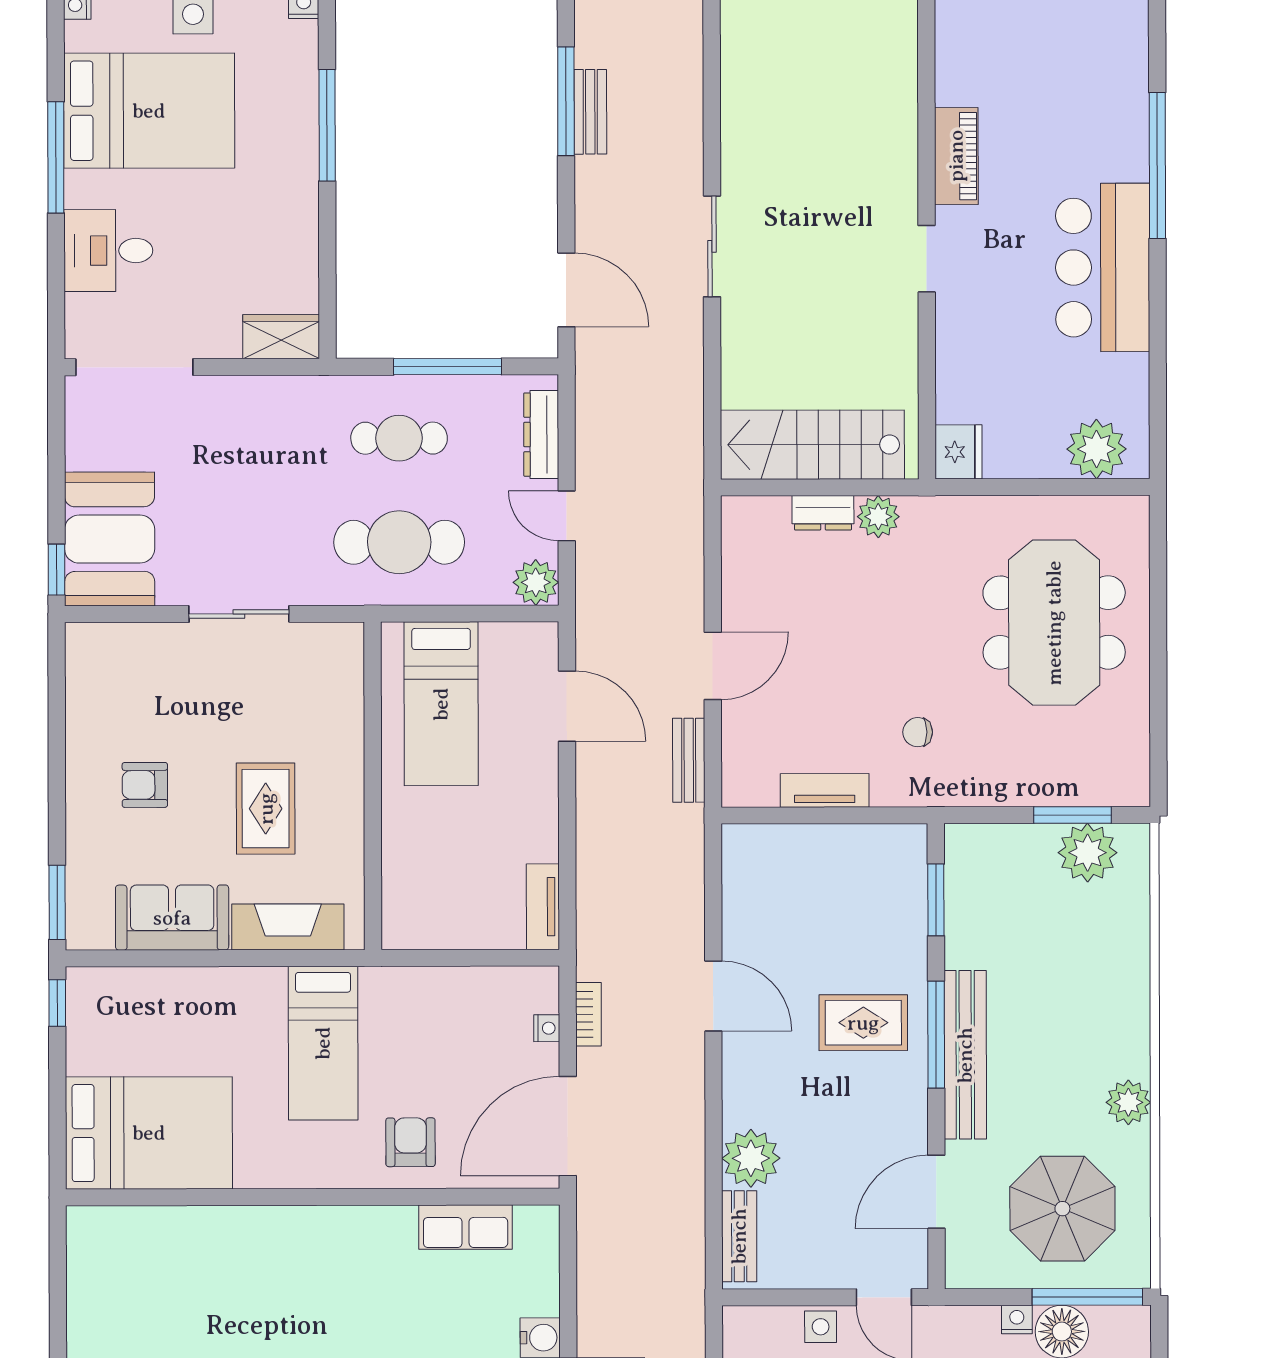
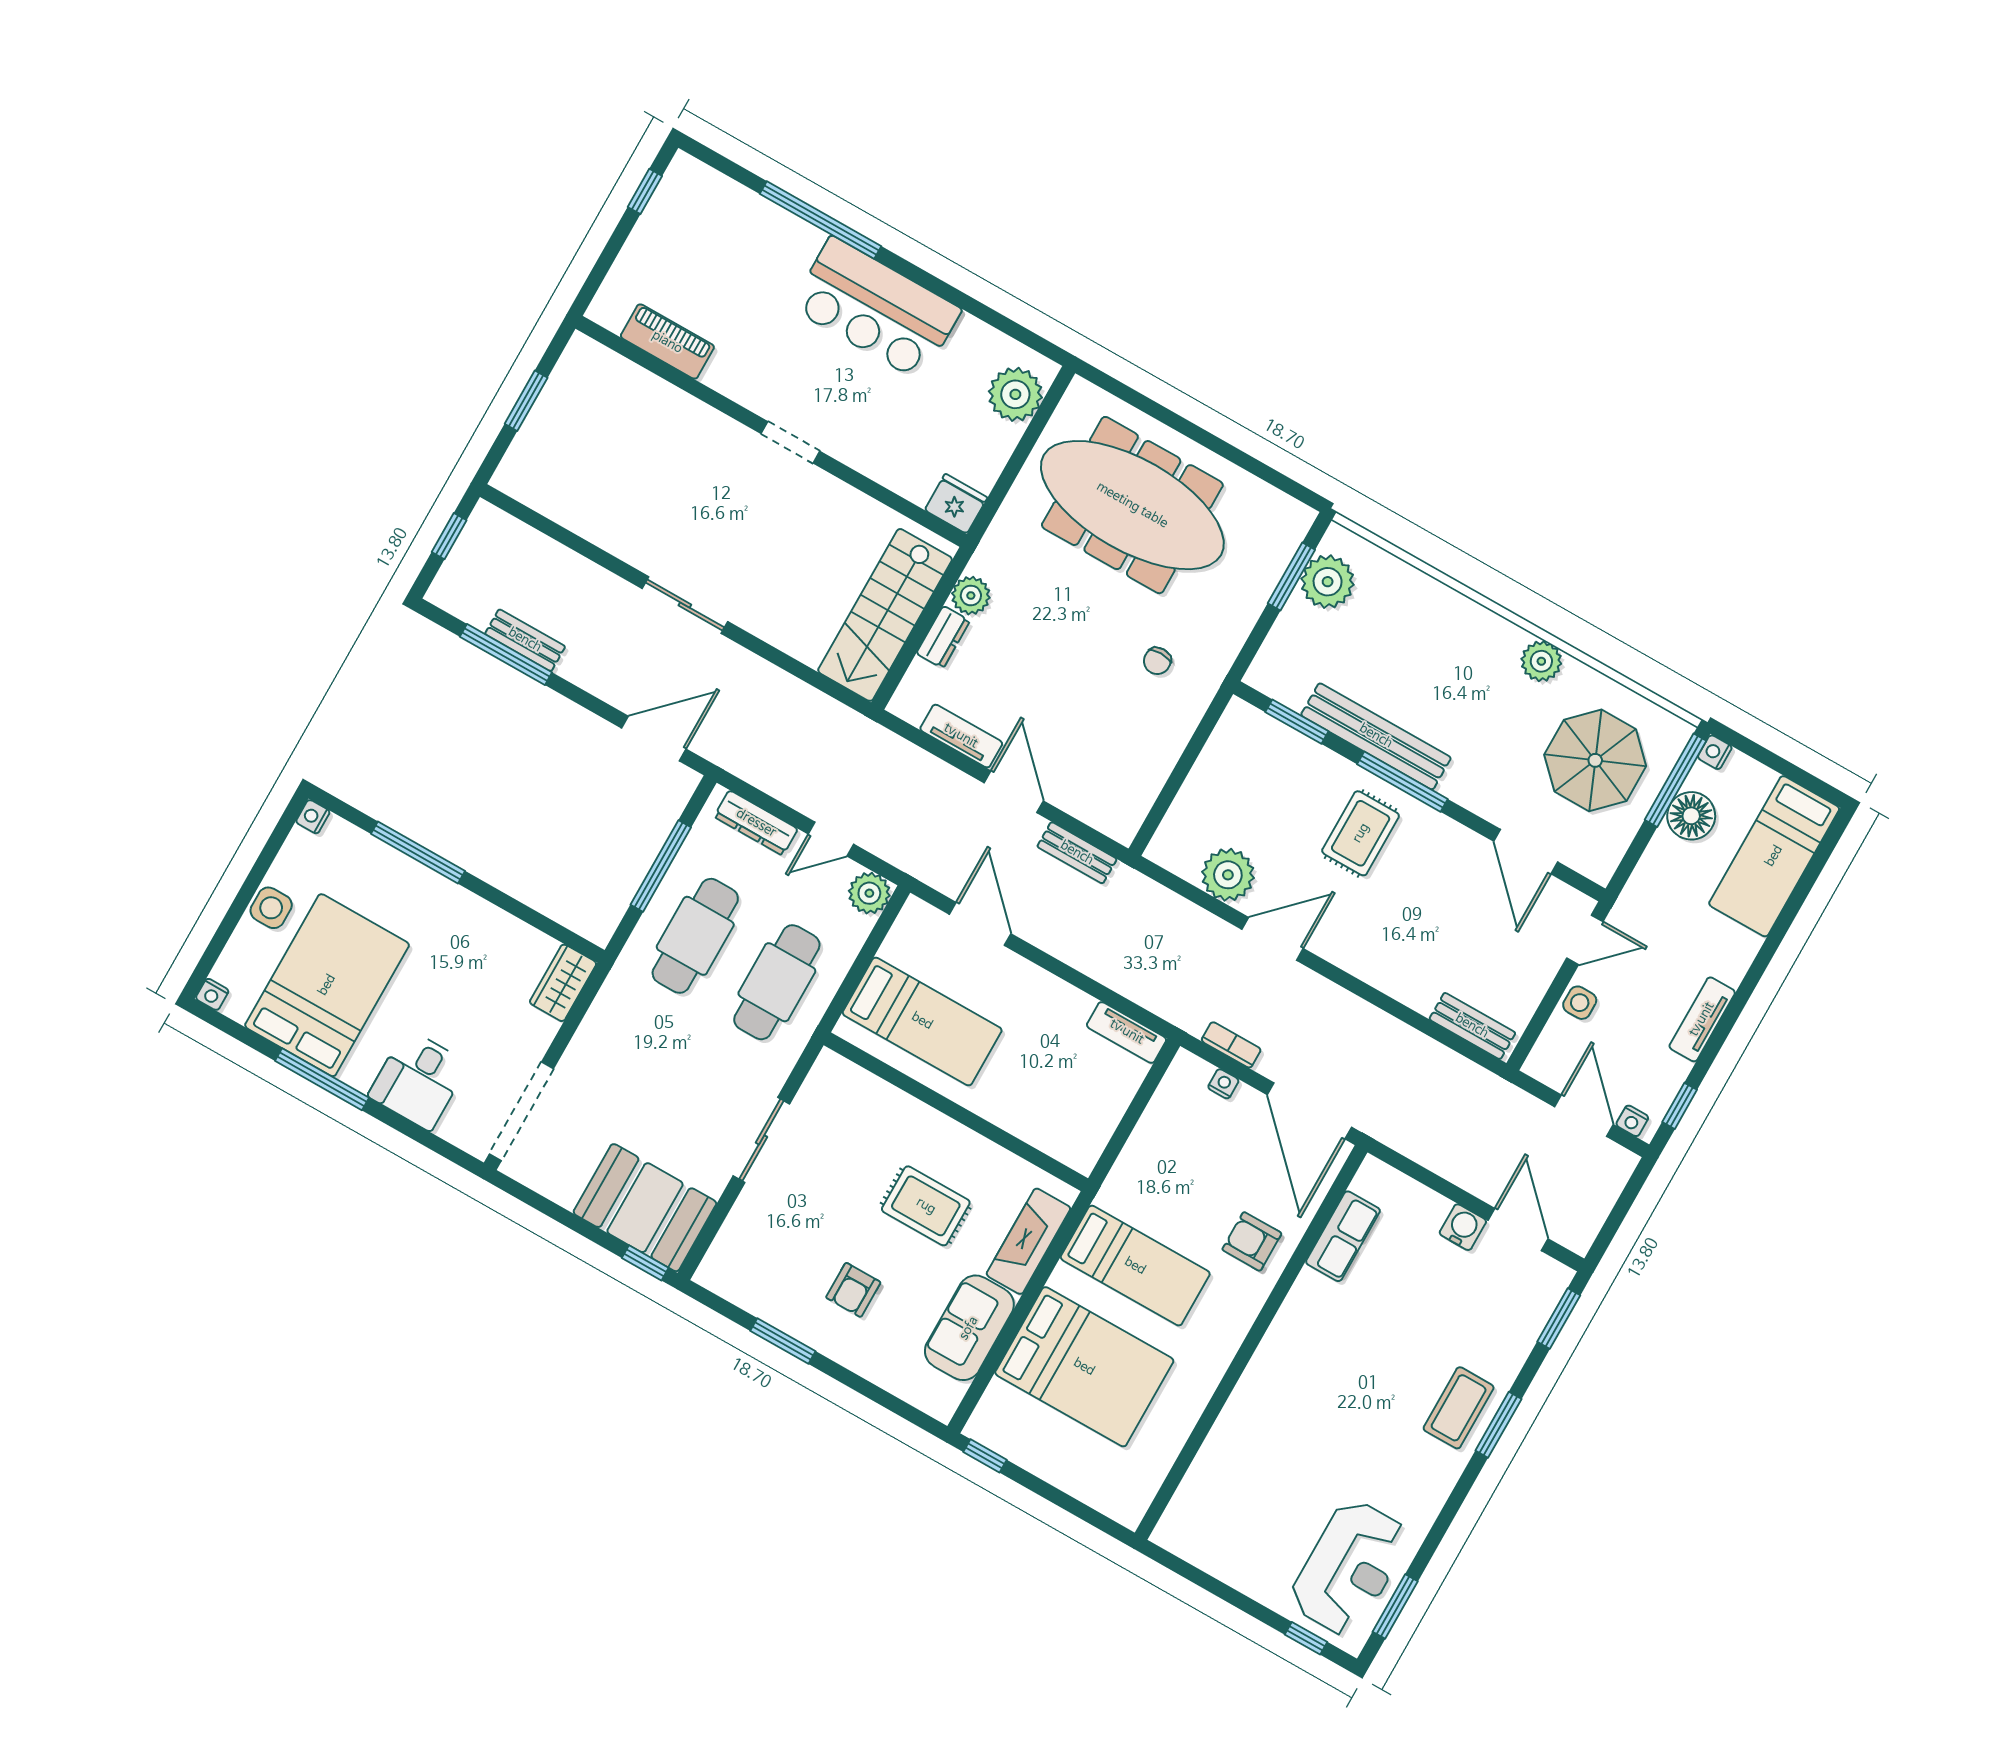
piano: (956, 156) -> (667, 342), moved
cafe table: (399, 438) -> (695, 936), width x1.37, depth x1.35
meeting table: (1054, 623) -> (1132, 505), width x1.36
door: (567, 706) -> (980, 924), hinge flipped
tv unit: (825, 790) -> (961, 736), moved, turned 90
window: (57, 902) -> (783, 1341), moved
bench: (965, 1055) -> (1376, 736), moved
bed: (149, 1133) -> (1084, 1367), moved, turned 90
plant: (751, 1158) -> (1228, 875), moved
nightstand: (1017, 1319) -> (1715, 752), moved

